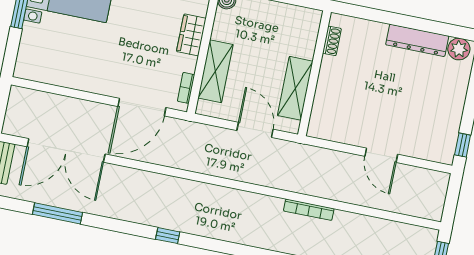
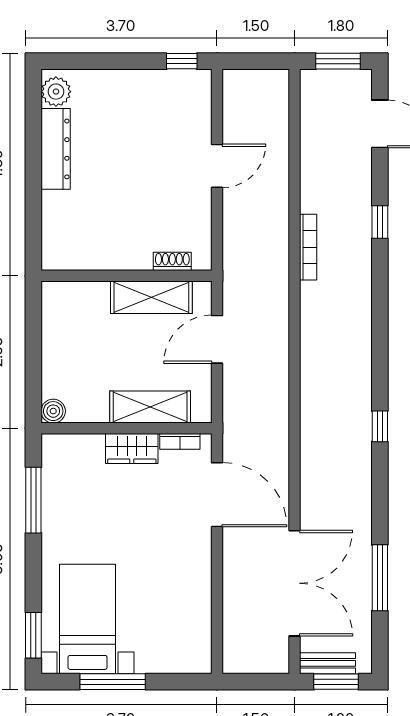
wardrobe: (191, 35) -> (132, 449), moved
shoe rack: (332, 41) -> (172, 261), moved

